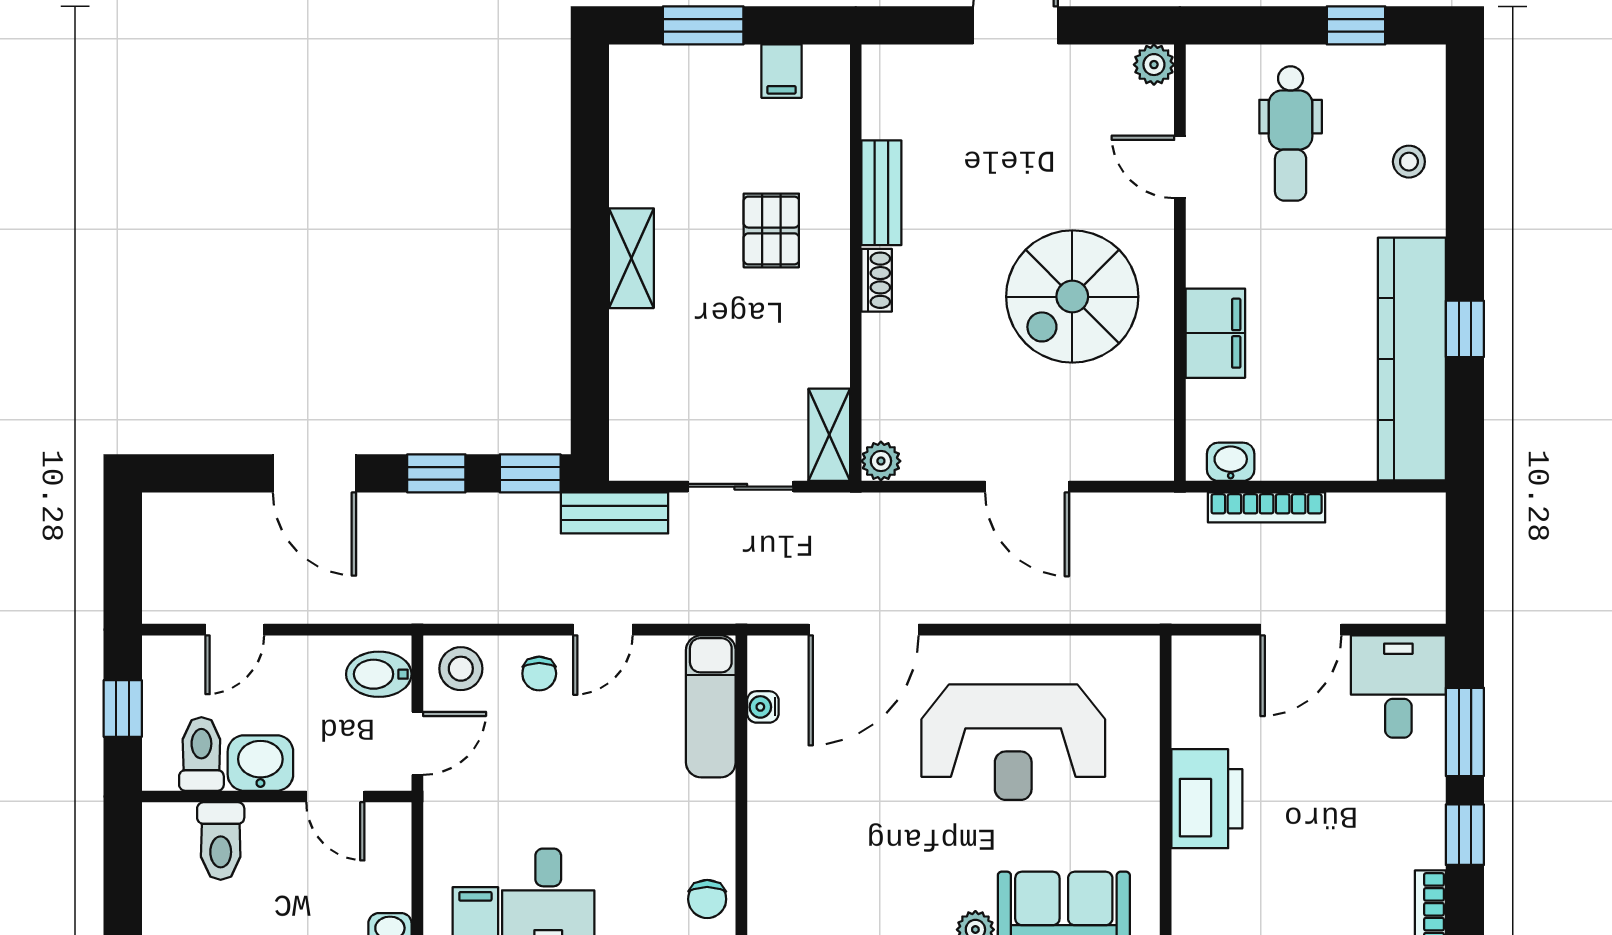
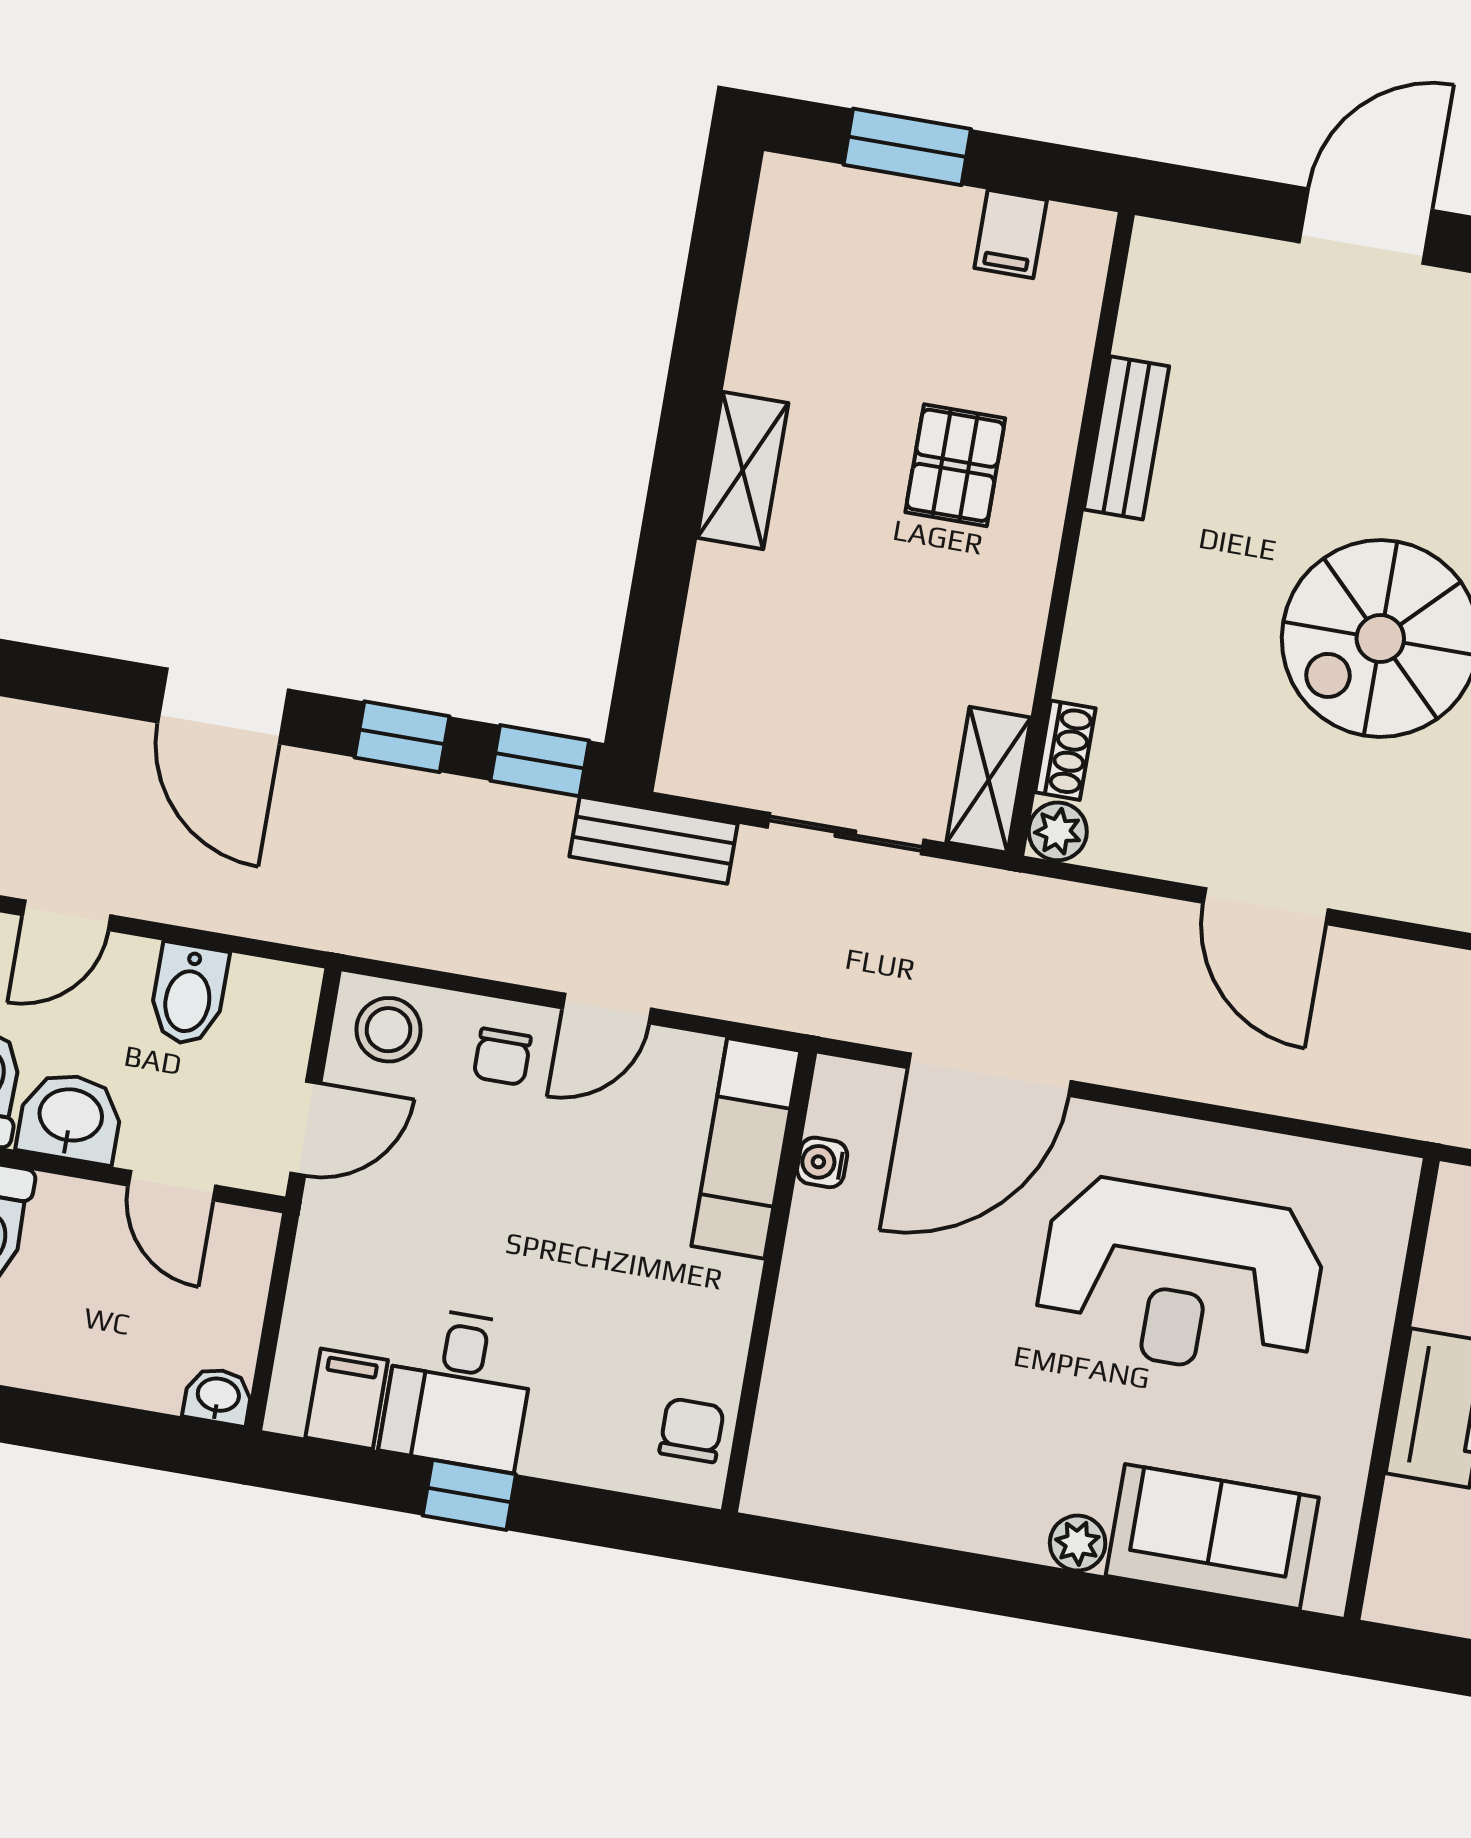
shoe rack: (877, 280) -> (1065, 750), moved
bidet: (379, 674) -> (188, 994), moved, turned -90
chair: (707, 899) -> (692, 1430), turned 180

